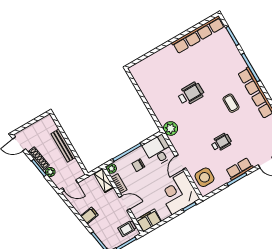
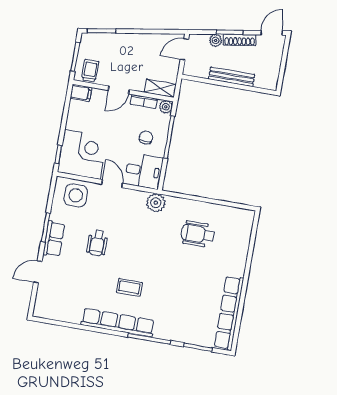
wheelchair: (191, 94) -> (198, 234), moved, turned 90
filing cabinet: (89, 216) -> (136, 43), removed
filing cabinet: (149, 220) -> (81, 93), width x0.50

